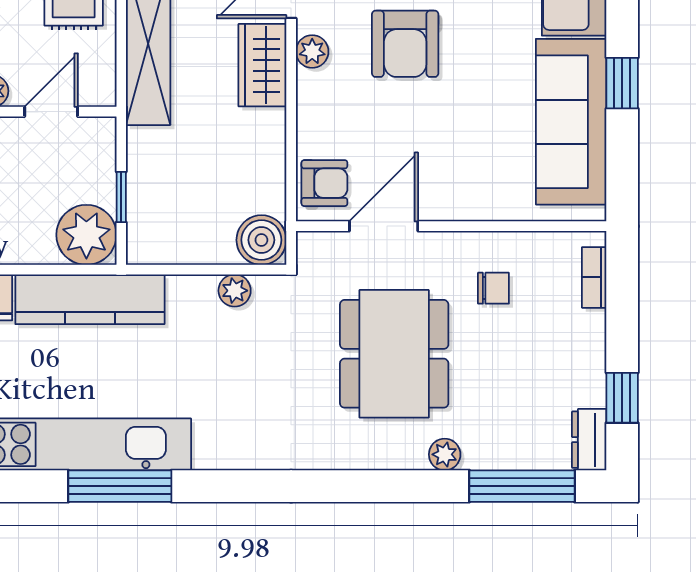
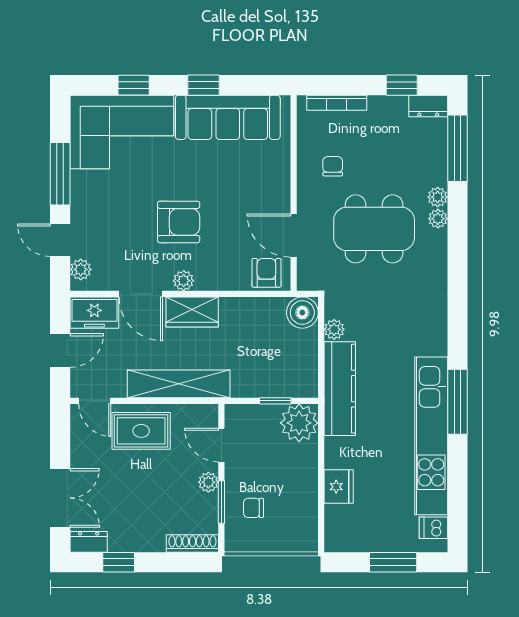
bookcase: (594, 277) -> (337, 103), width x1.56
kitchen counter: (90, 299) -> (340, 389), moved
plant: (410, 455) -> (438, 219), added

